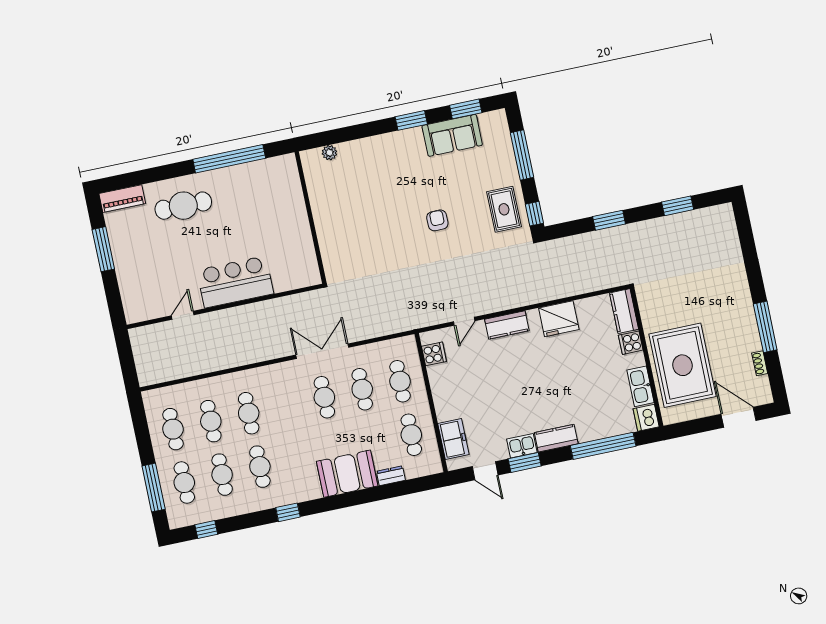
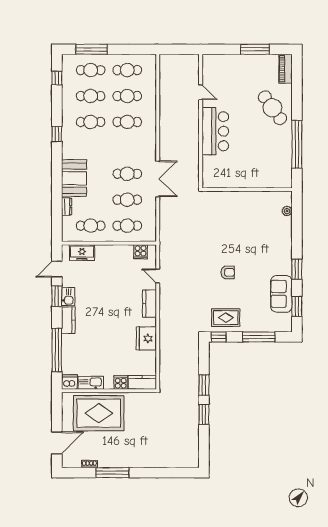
cafe table: (183, 206) -> (272, 108), turned -35
window: (678, 206) -> (204, 414), moved

